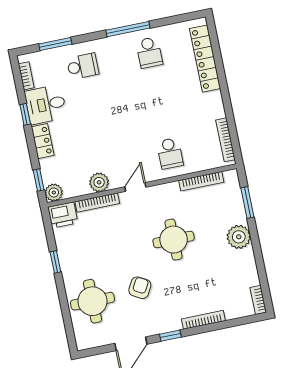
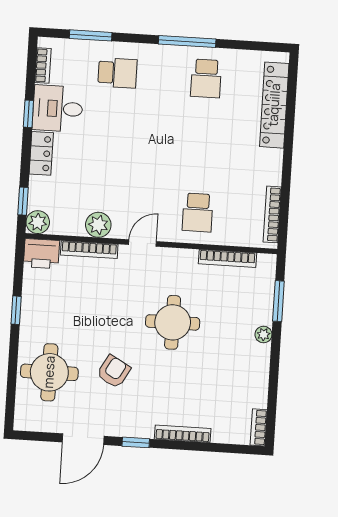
plant: (239, 237) -> (263, 334), width x0.53, depth x0.53

